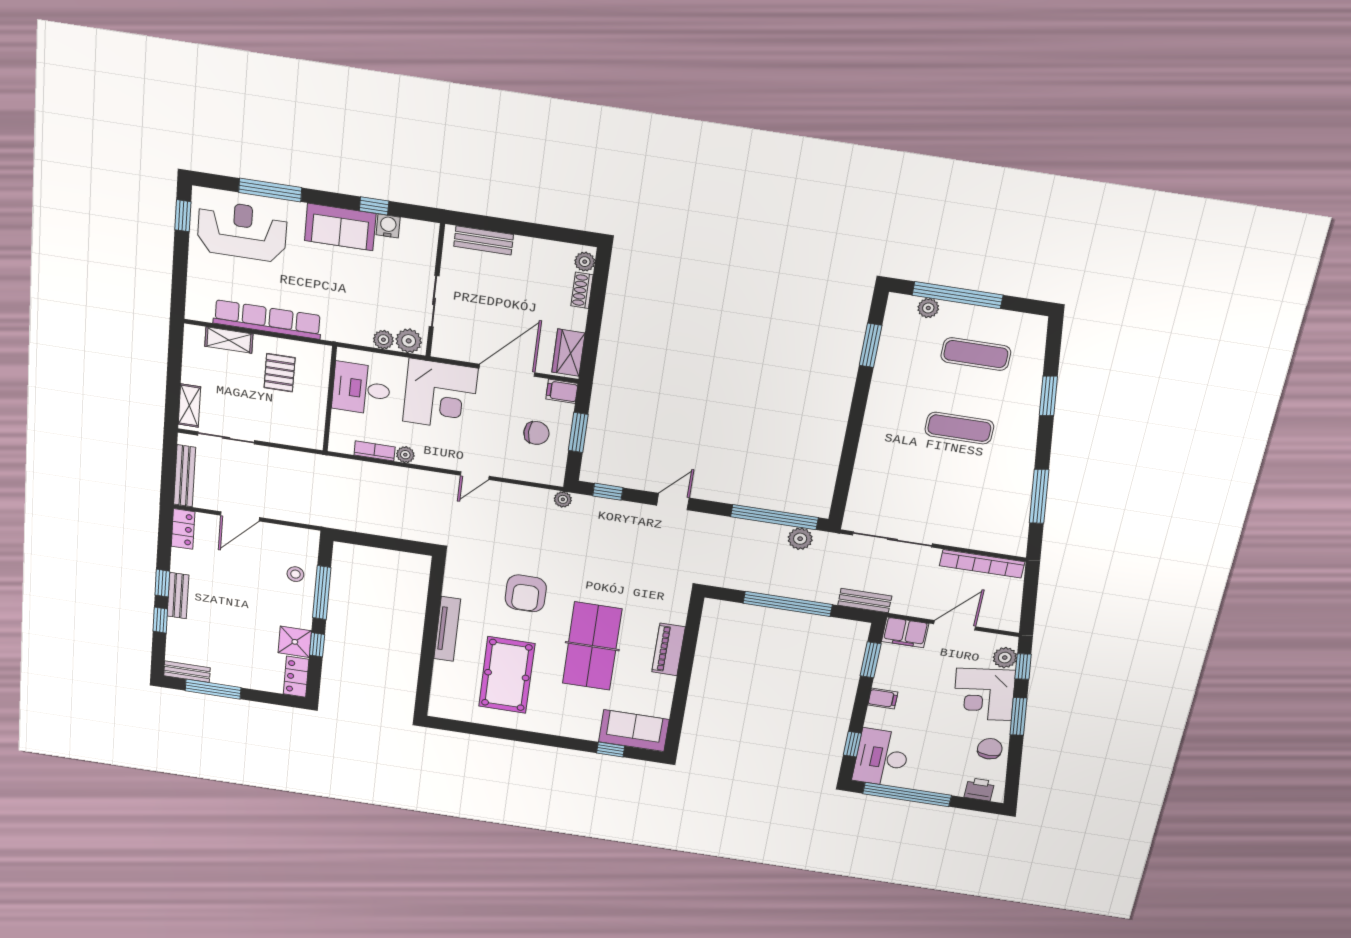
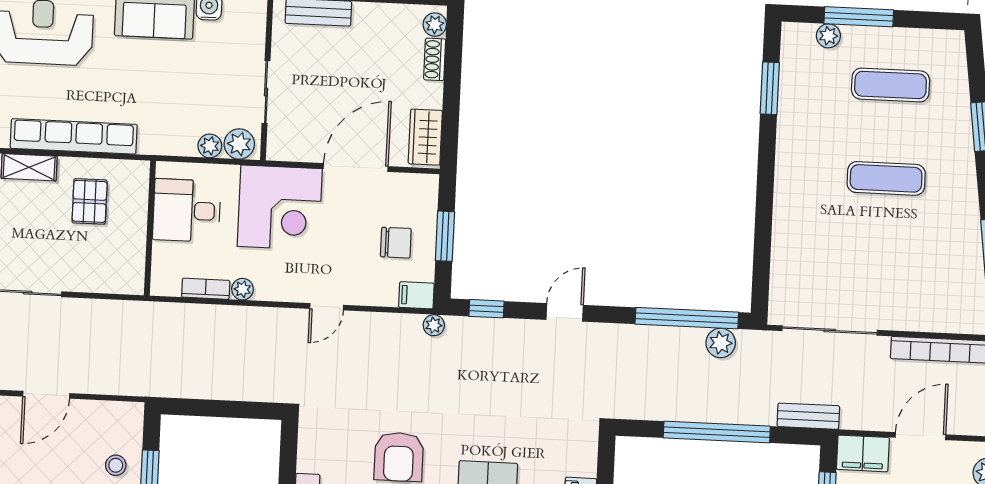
window: (958, 295) -> (859, 17), width x0.68
filing cabinet: (562, 391) -> (416, 295), moved

